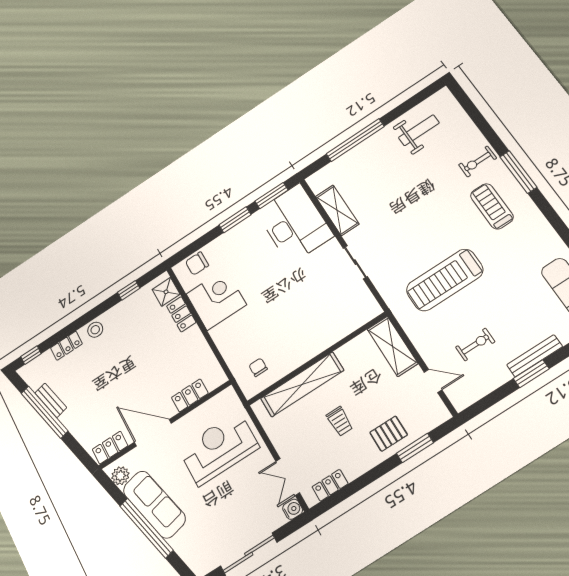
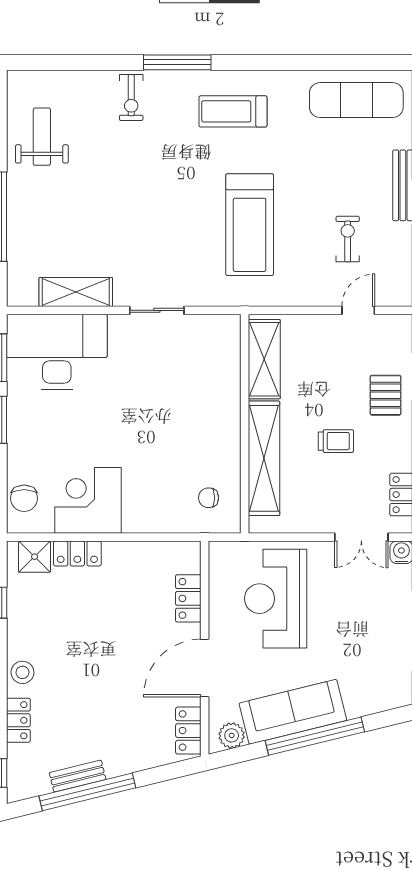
treadmill: (492, 206) -> (233, 111), moved
shelving: (392, 346) -> (264, 359), moved, turned 90

